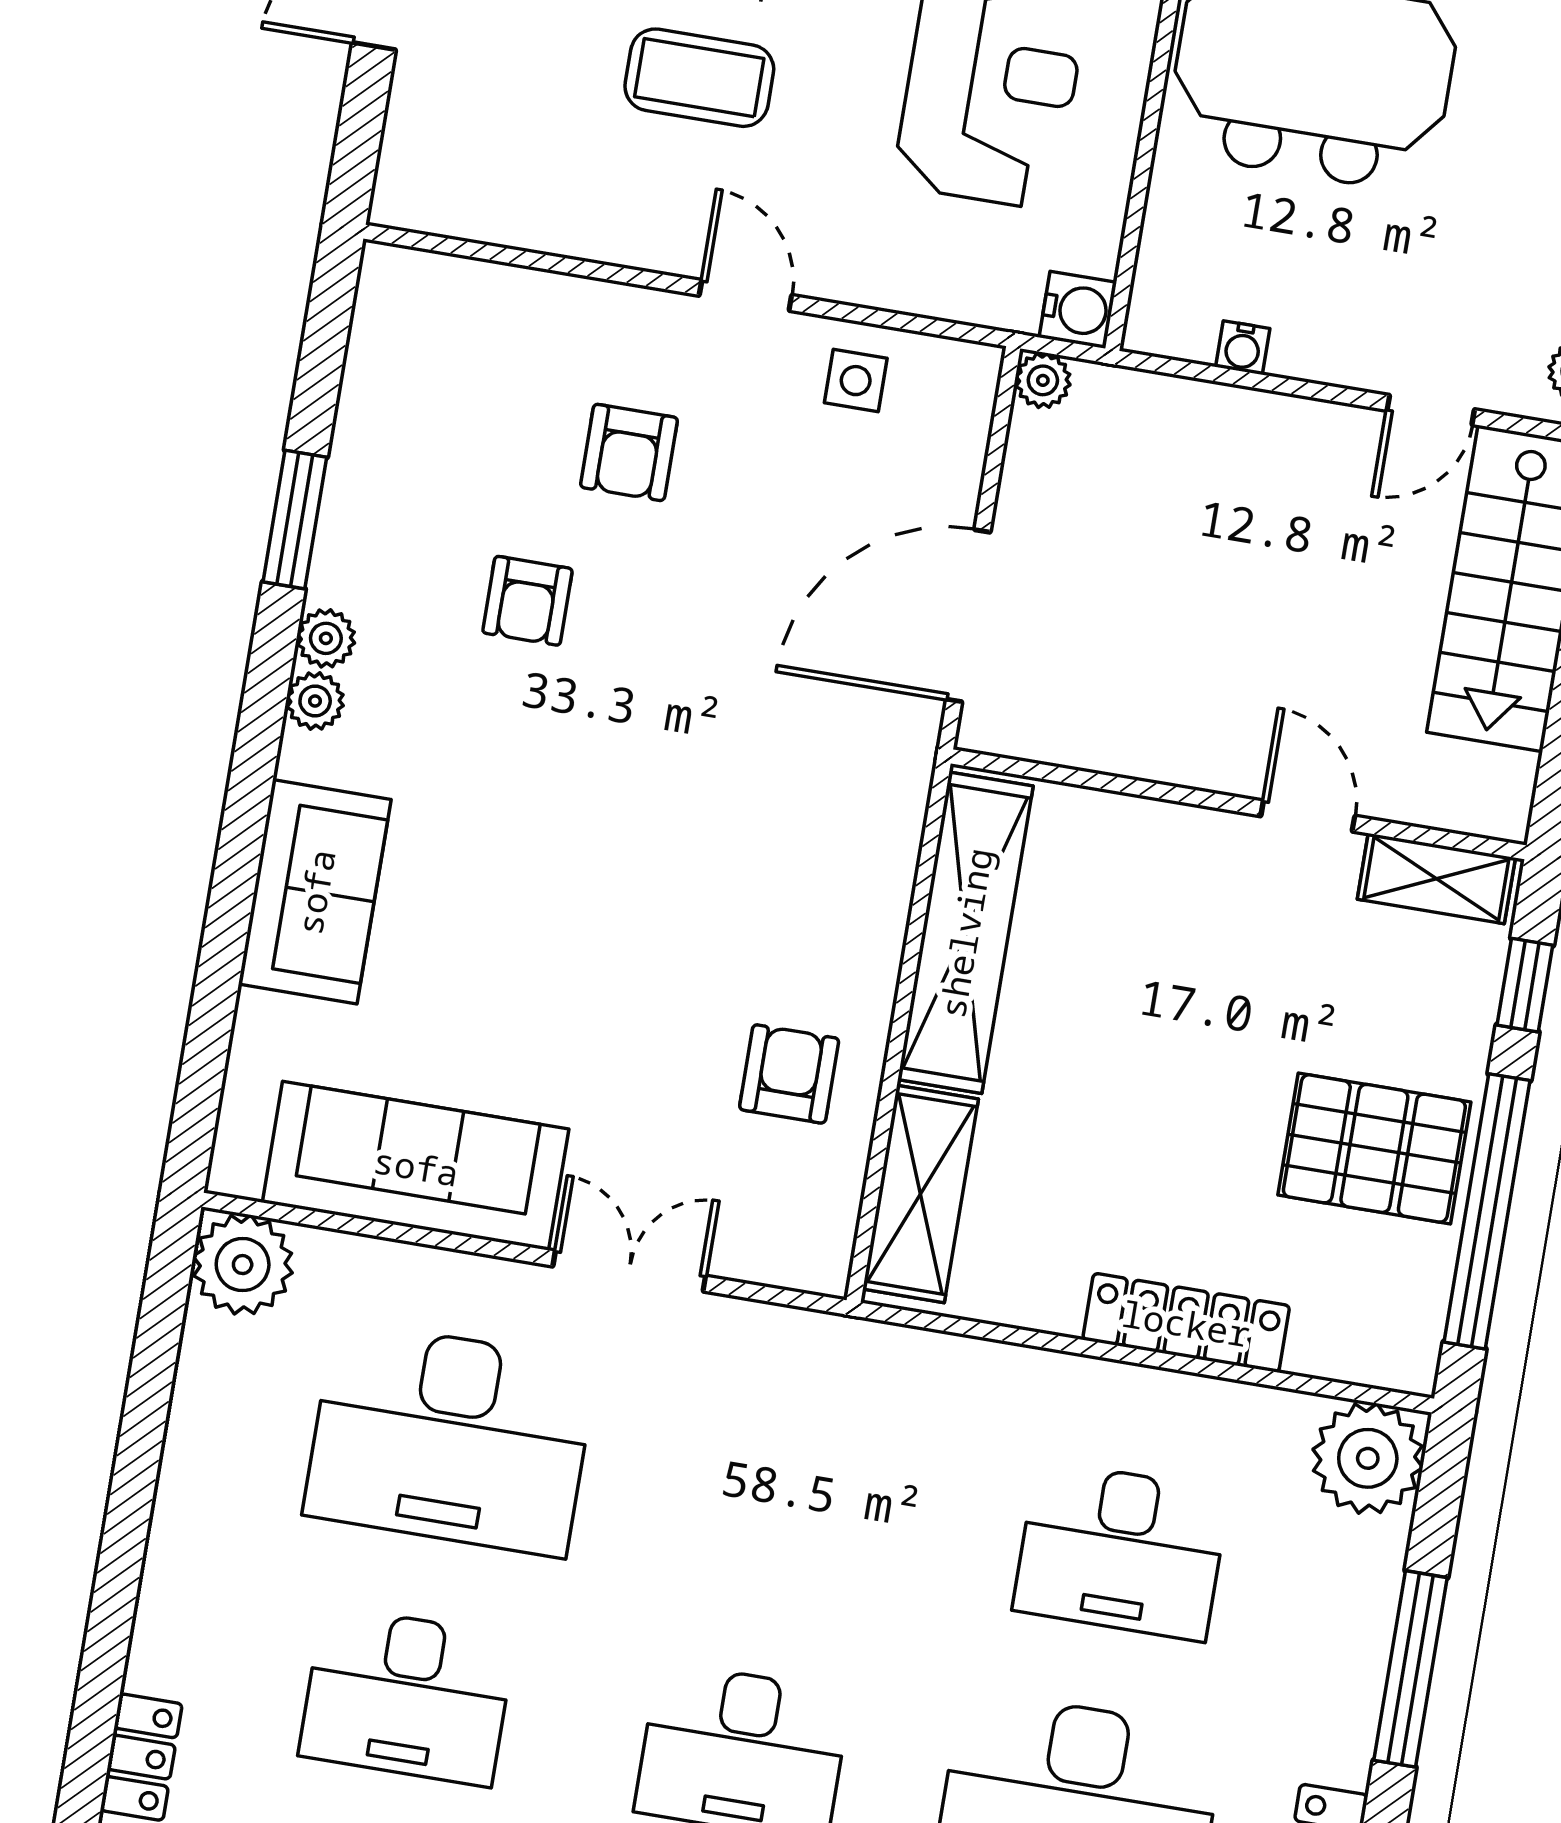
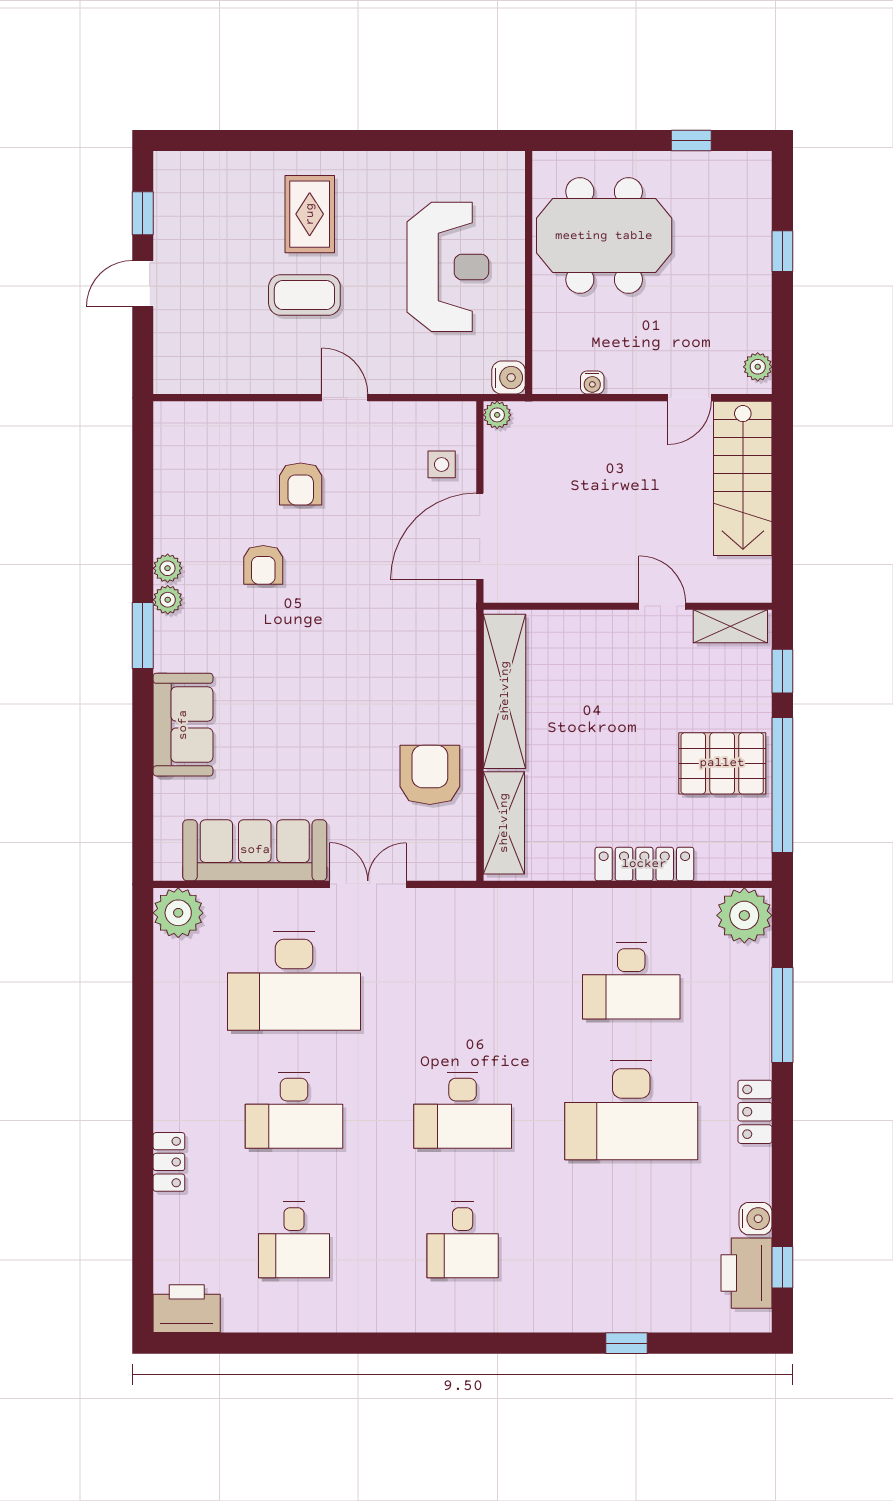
side table: (856, 381) -> (442, 464), moved
window: (295, 520) -> (143, 635), moved
plant: (315, 701) -> (168, 568), moved
armchair: (789, 1074) -> (430, 775), width x1.38, depth x1.38

